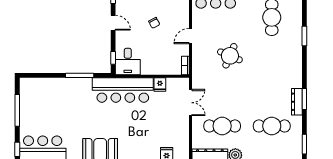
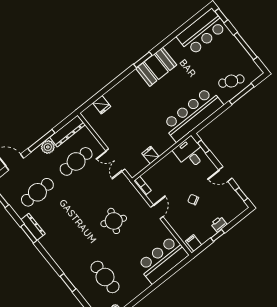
window: (80, 75) -> (242, 94), moved
bar counter: (123, 90) -> (193, 114), moved
cafe table: (50, 92) -> (231, 81), added

